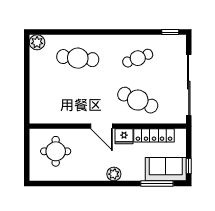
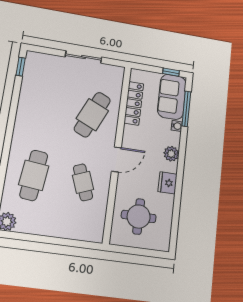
cafe table: (138, 58) -> (83, 182), moved
sliding door: (189, 85) -> (83, 57), width x0.54
fridge: (124, 136) -> (167, 183), moved, turned 180
water cooler: (140, 176) -> (177, 126), added

